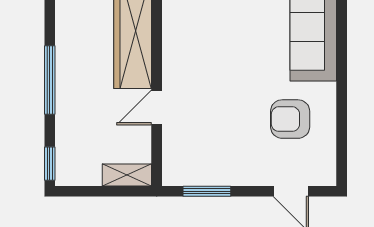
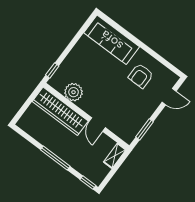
plant: (180, 29) -> (74, 92), added

